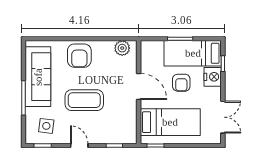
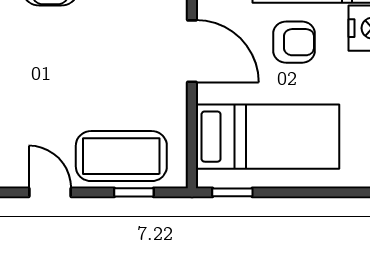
armchair: (181, 83) -> (294, 42), turned -90
coffee table: (84, 100) -> (121, 156), moved

